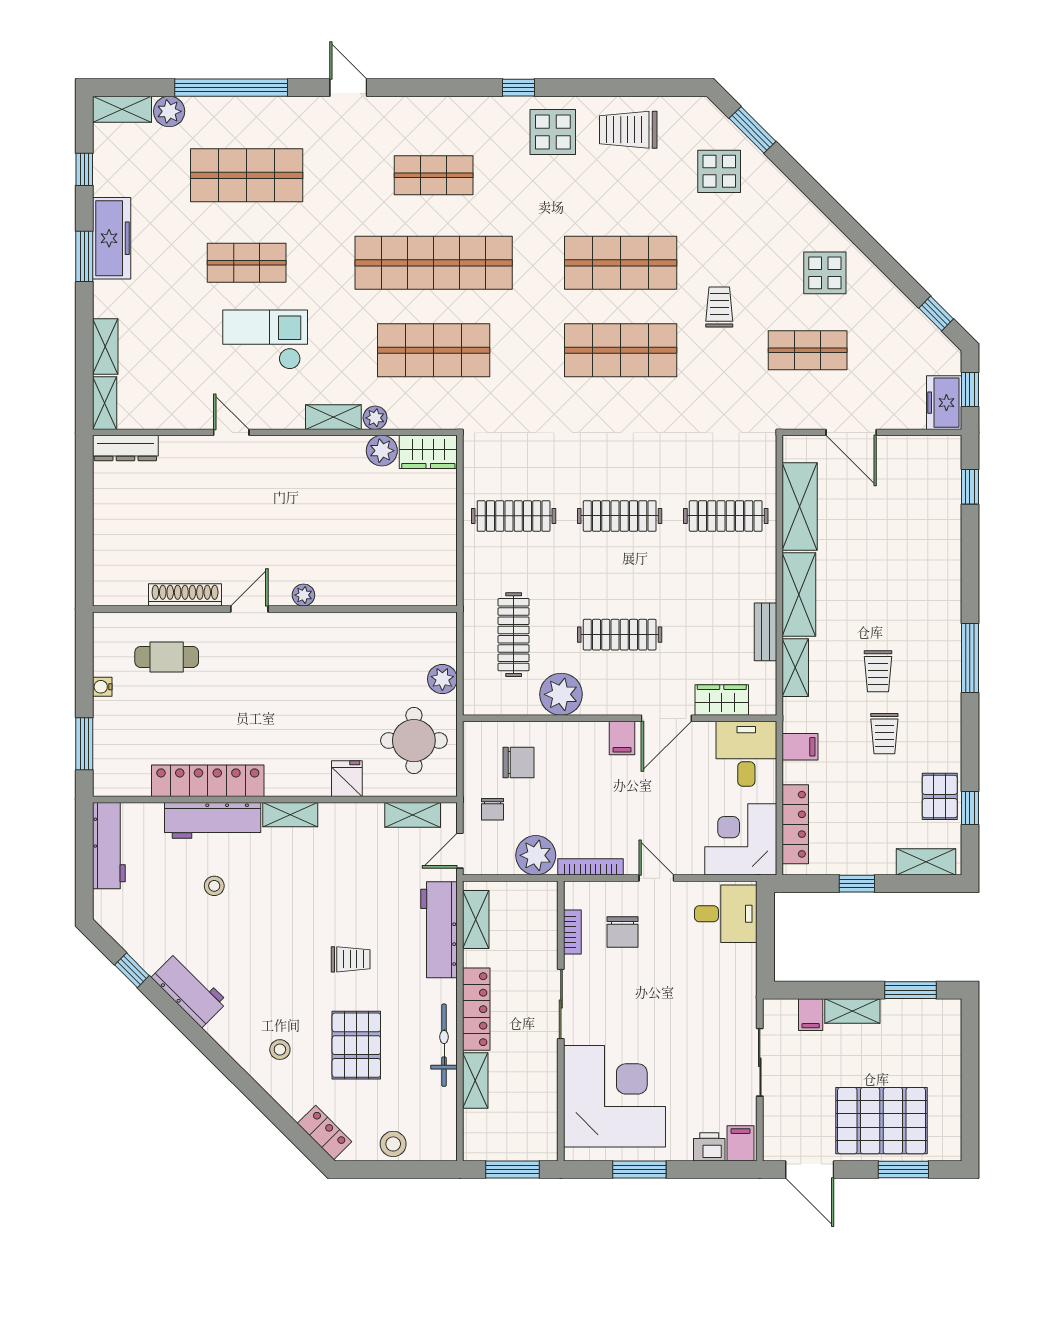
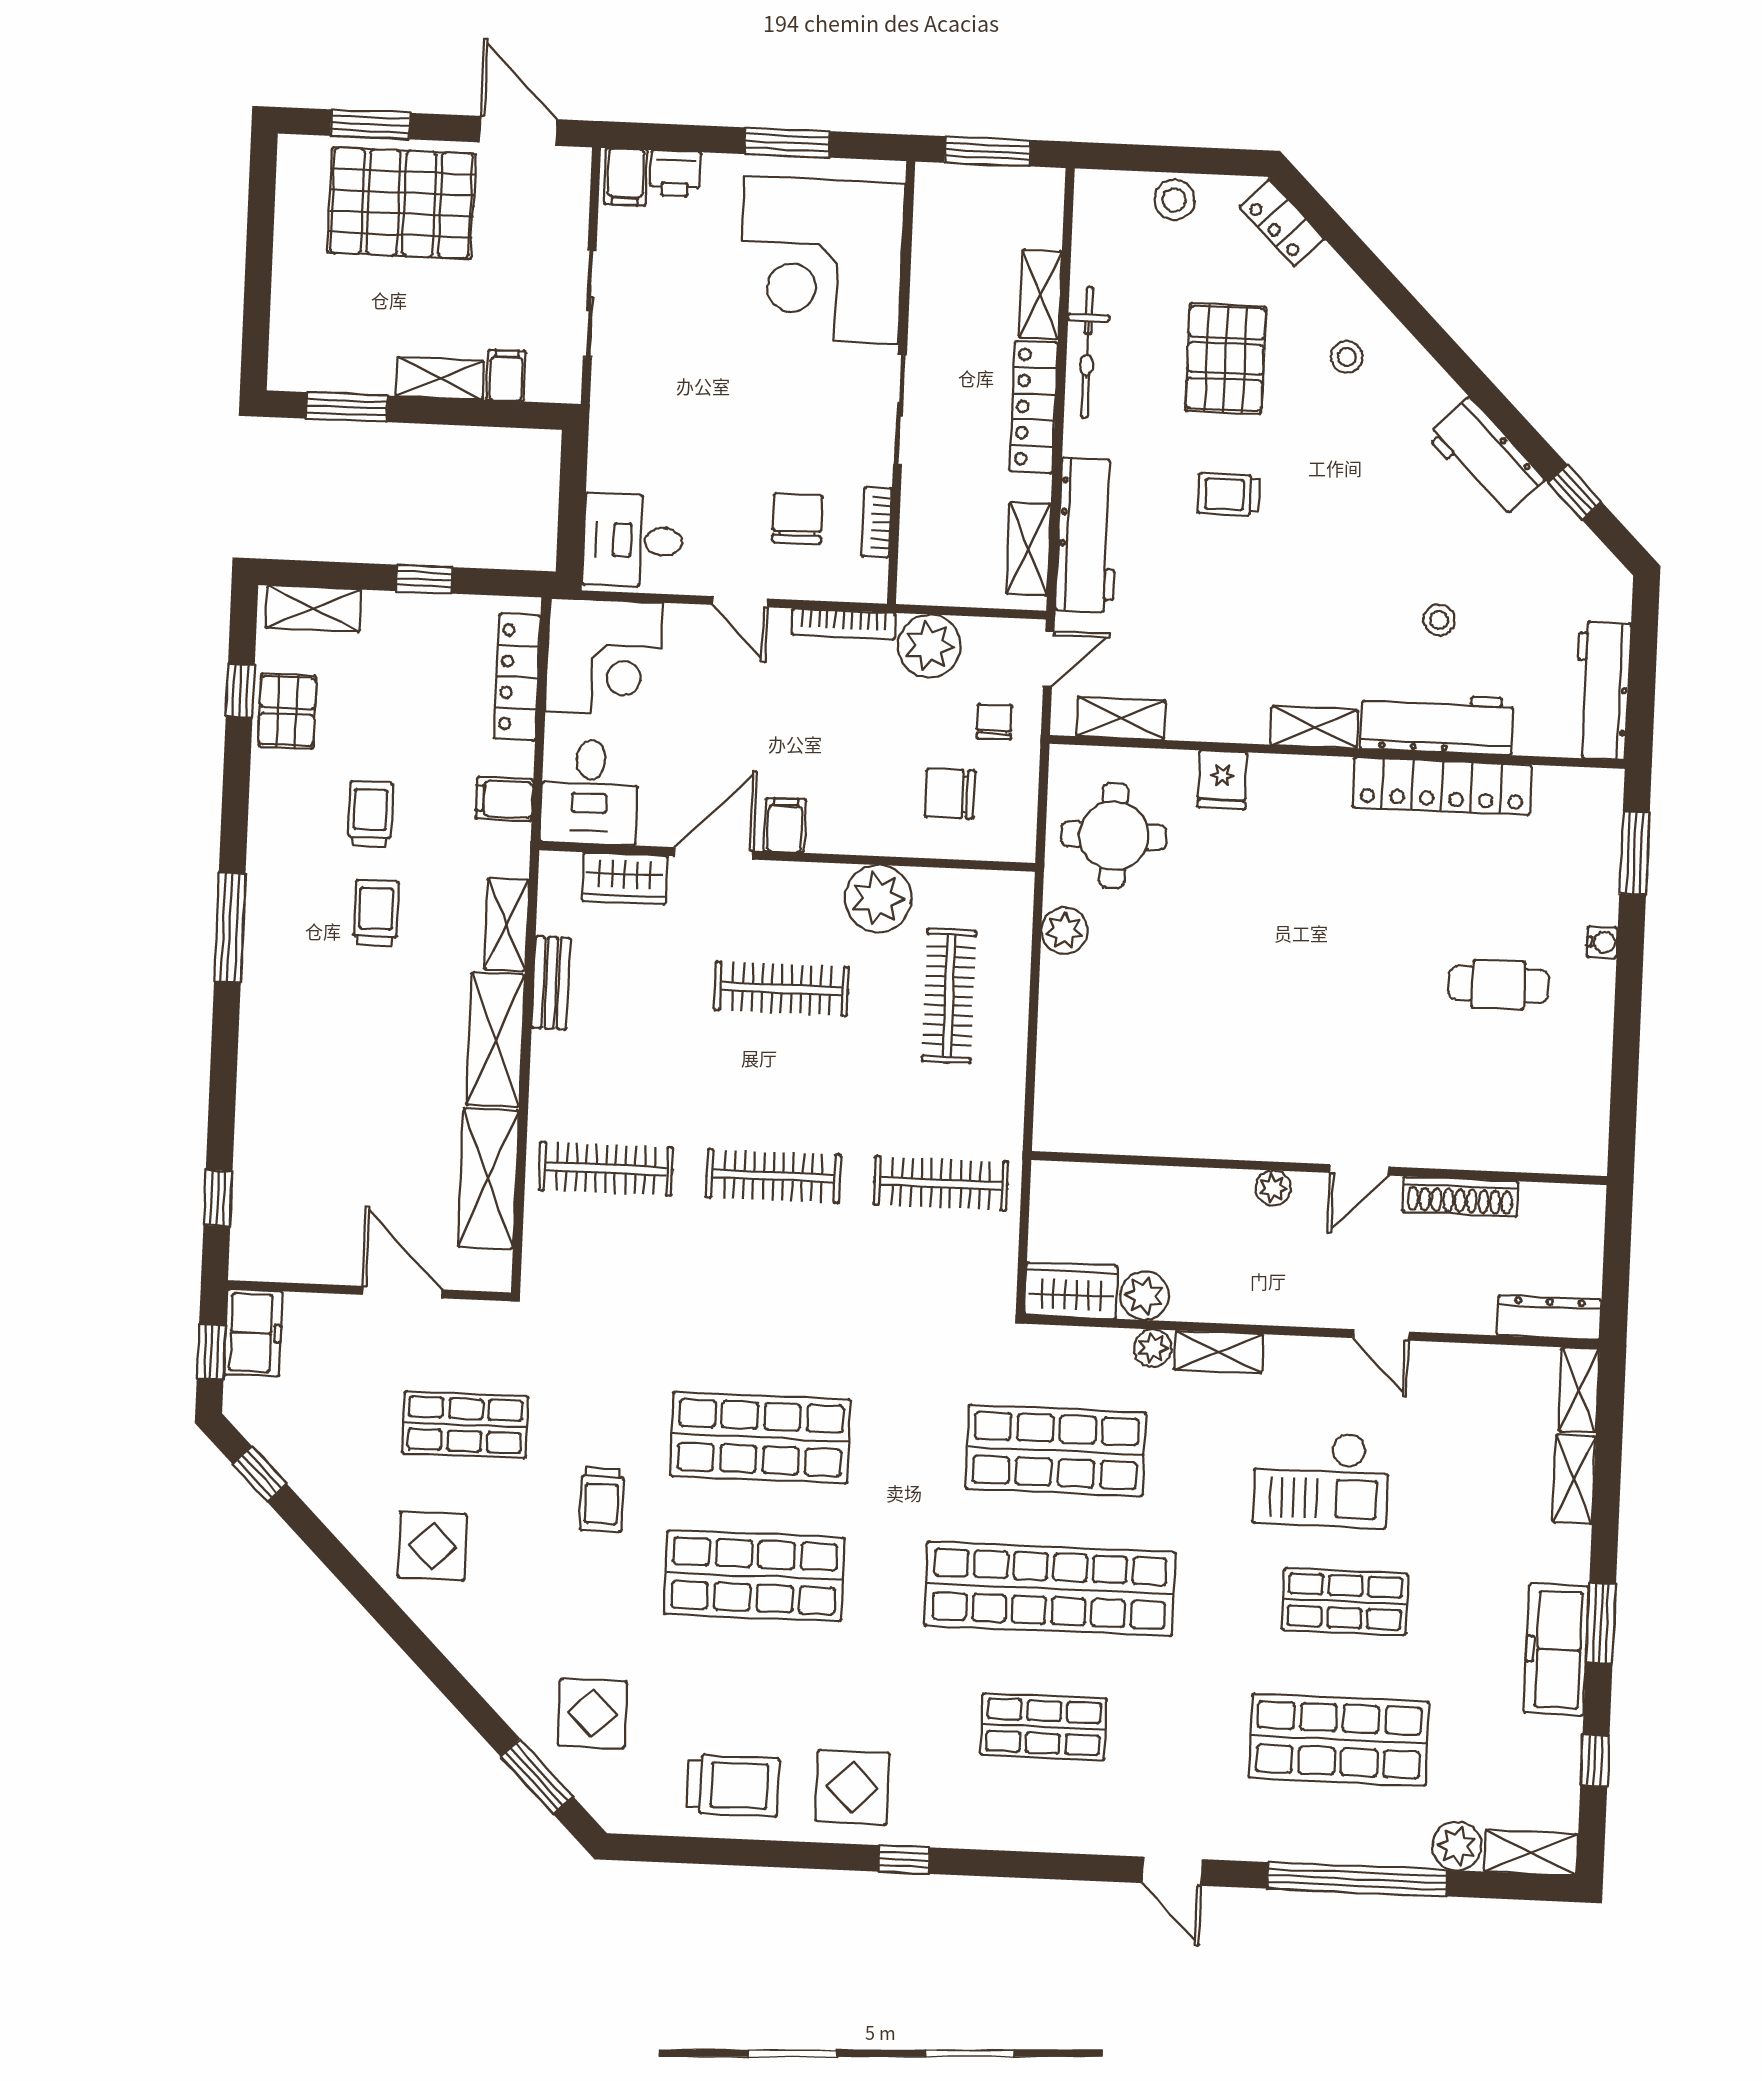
shoe rack: (185, 595) -> (1460, 1196), moved
plant: (303, 595) -> (1273, 1188), moved
door: (249, 609) -> (1359, 1170), moved
wall: (275, 609) -> (1319, 1168), moved

